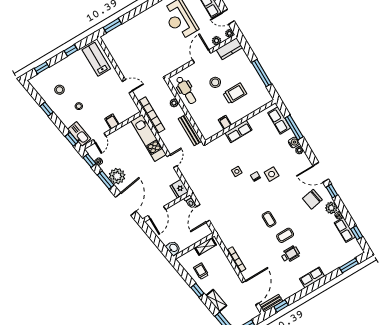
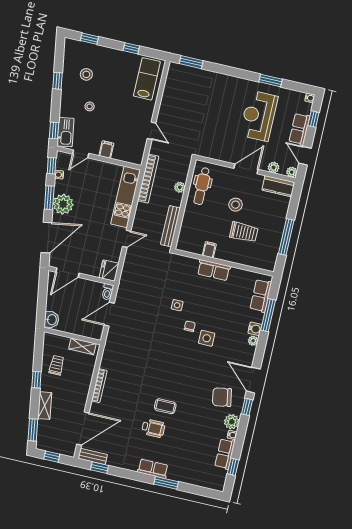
coffee table: (269, 219) -> (165, 377), removed
window: (349, 266) -> (166, 483), moved

